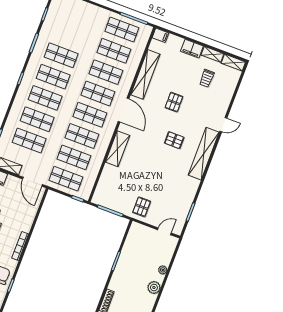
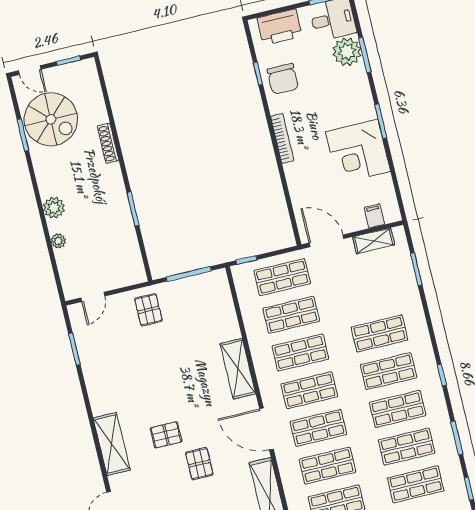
pallet: (174, 102) -> (199, 464), moved
shop shelf: (29, 141) -> (416, 484), moved
shelving: (204, 154) -> (112, 444), width x0.68

